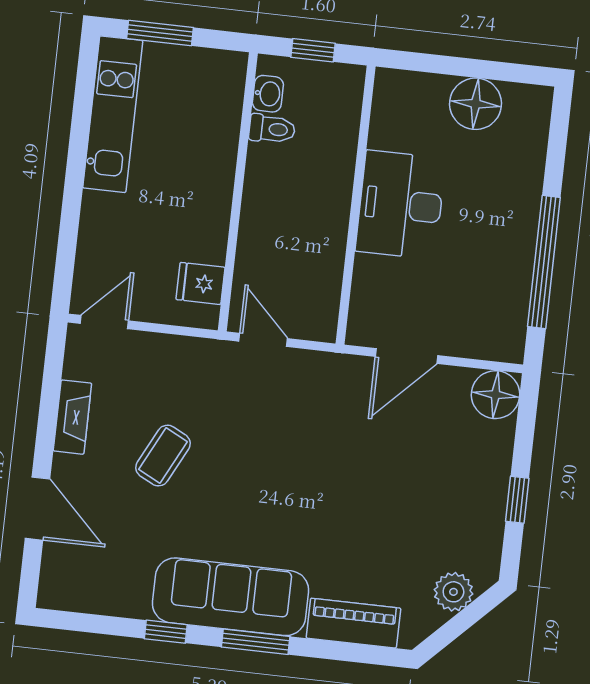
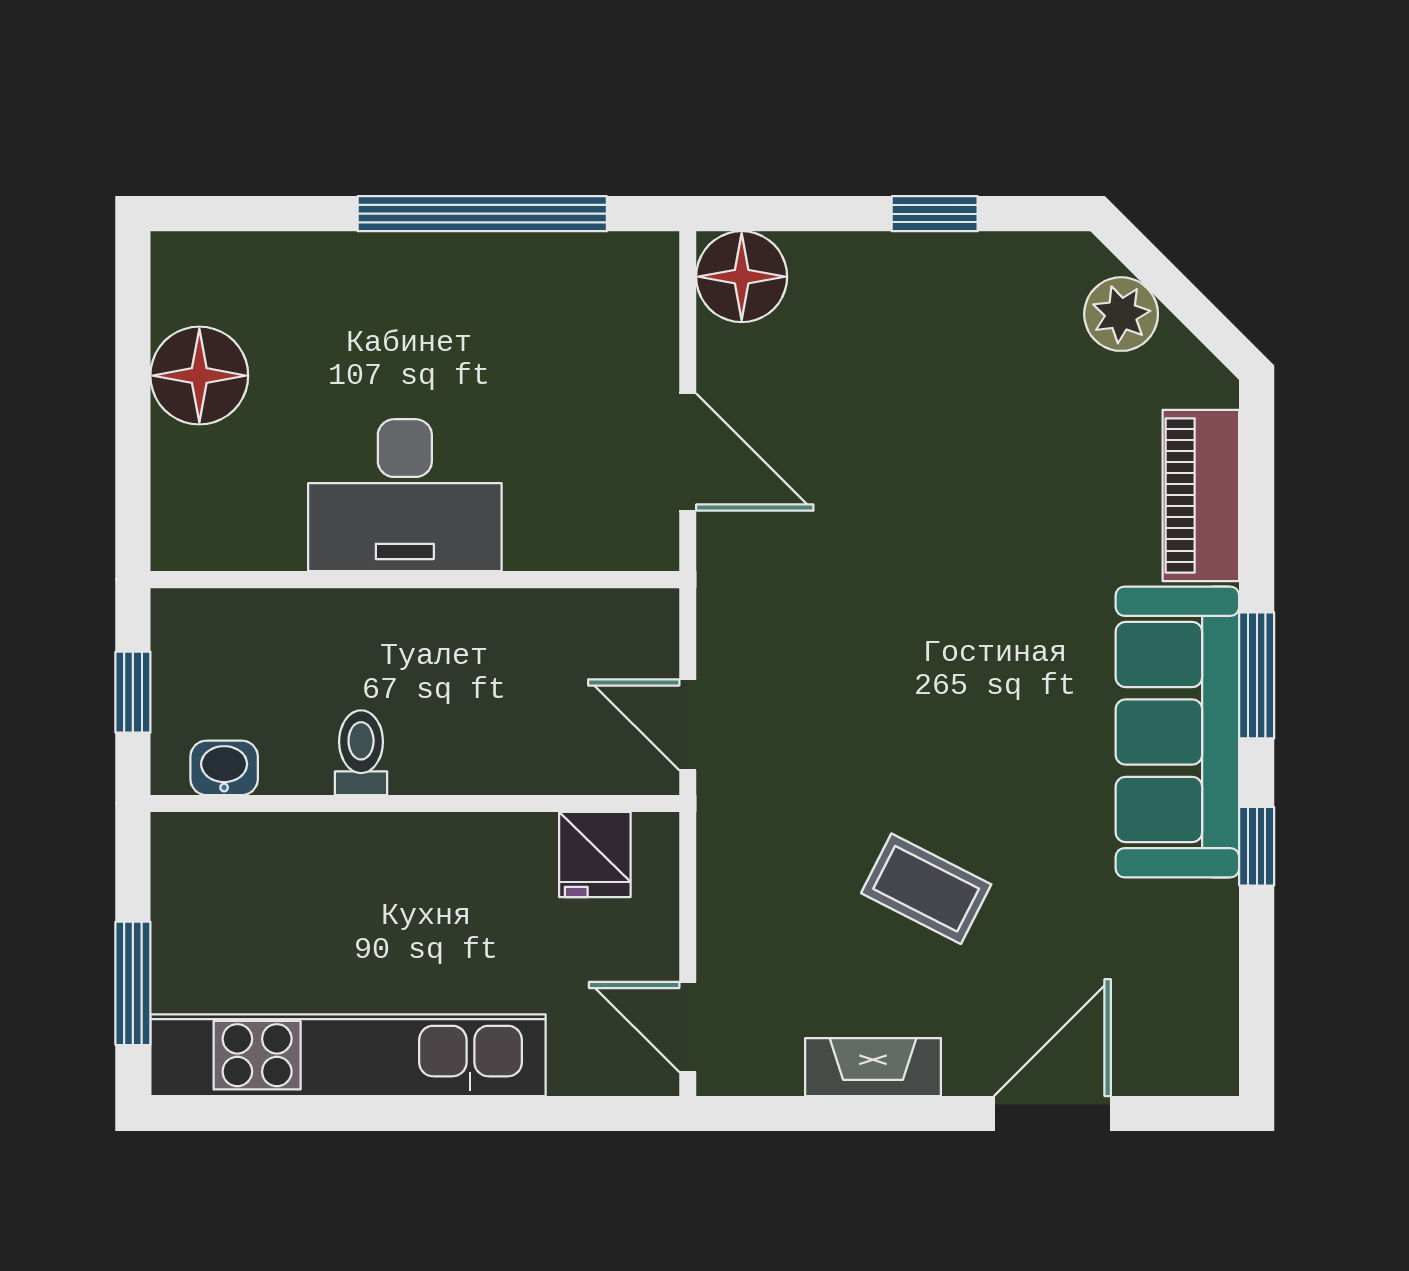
kitchen unit: (113, 114) -> (348, 1055), width x1.36
toilet: (272, 129) -> (361, 753), moved
door: (263, 340) -> (688, 725), hinge flipped

